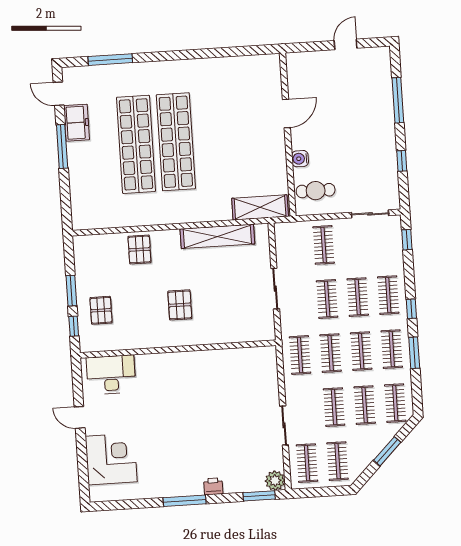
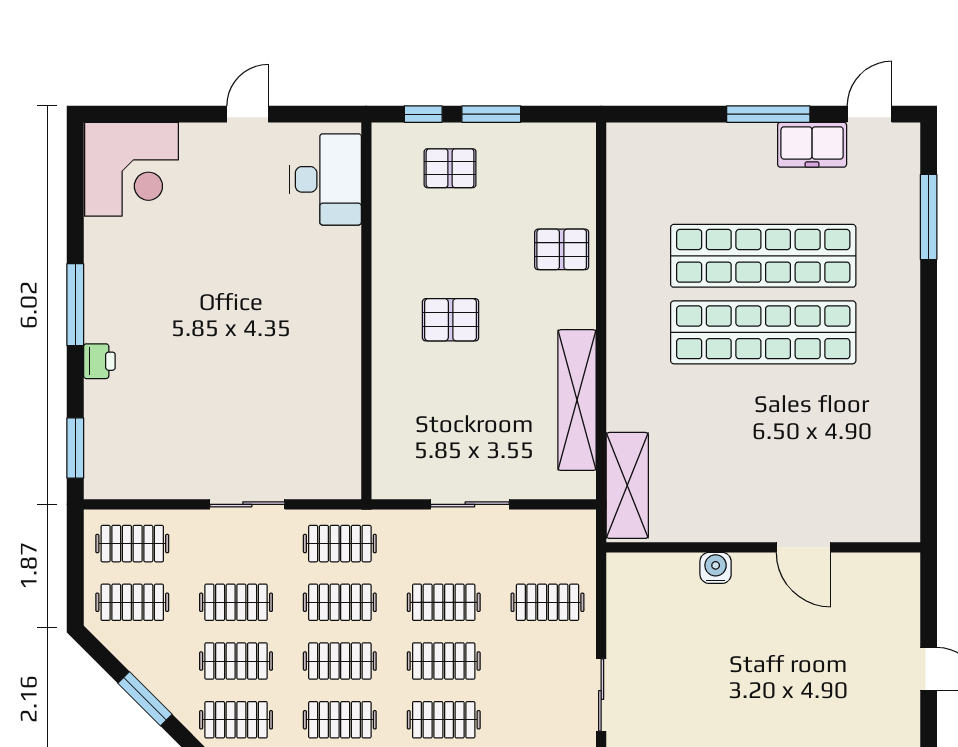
cafe table: (316, 191) -> (653, 594), removed
sliding door: (284, 425) -> (247, 504), moved
corner desk: (111, 459) -> (131, 169), moved
plant: (275, 481) -> (103, 480), removed

